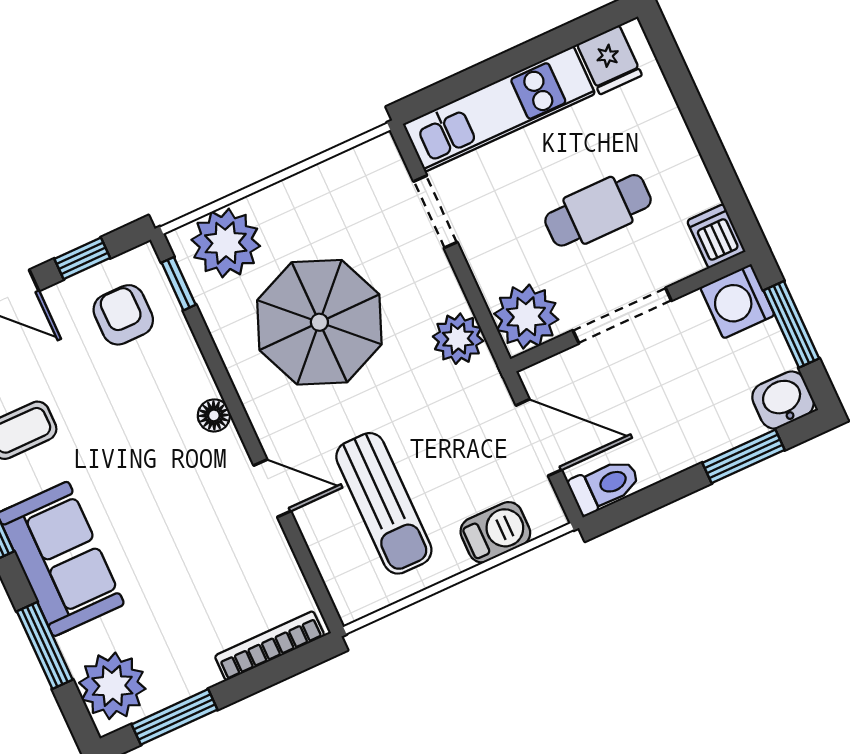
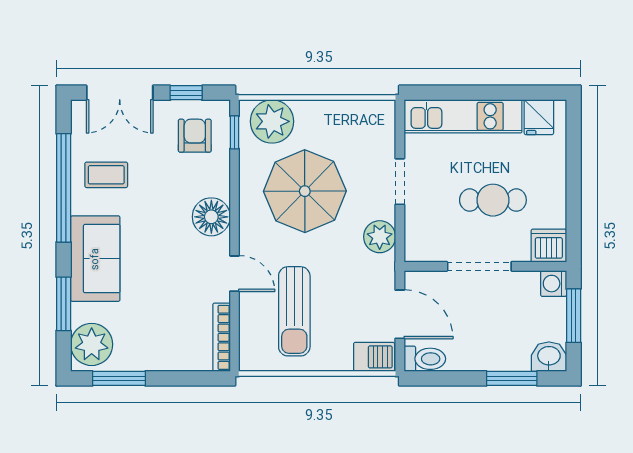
doorway: (435, 212) -> (400, 182), moved
dishwasher: (716, 236) -> (549, 246), width x1.38
washing machine: (737, 301) -> (554, 284), width x0.73, depth x0.73
plant: (526, 317) -> (424, 242), removed
floor lamp: (214, 415) -> (211, 217), width x1.89, depth x1.89
barbecue: (495, 532) -> (374, 357), moved
bookcase: (270, 646) -> (222, 337), moved, turned -90

